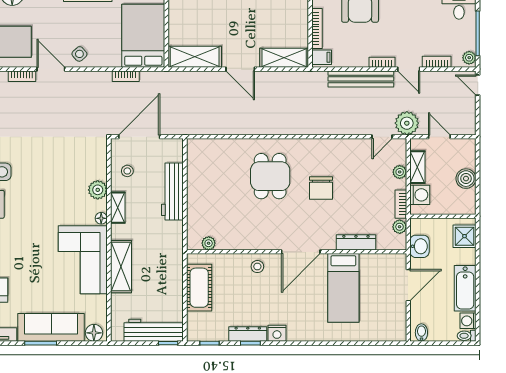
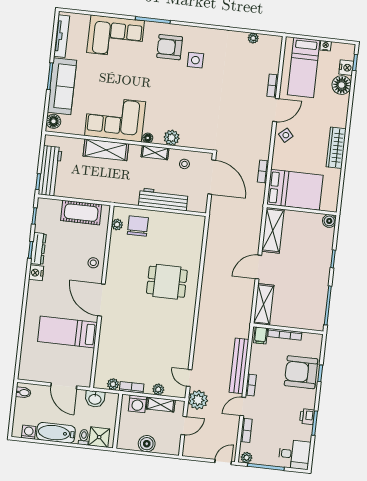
chair: (321, 188) -> (138, 226), moved, turned 90
dresser: (356, 242) -> (104, 347), removed
toilet: (467, 336) -> (84, 437), moved

